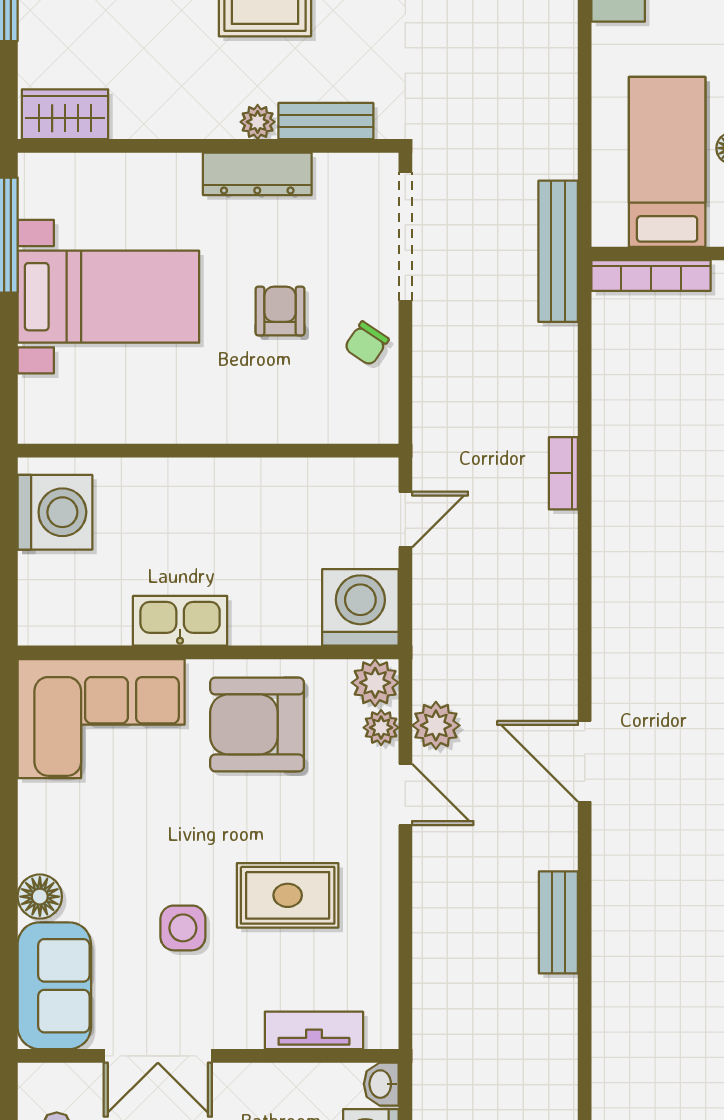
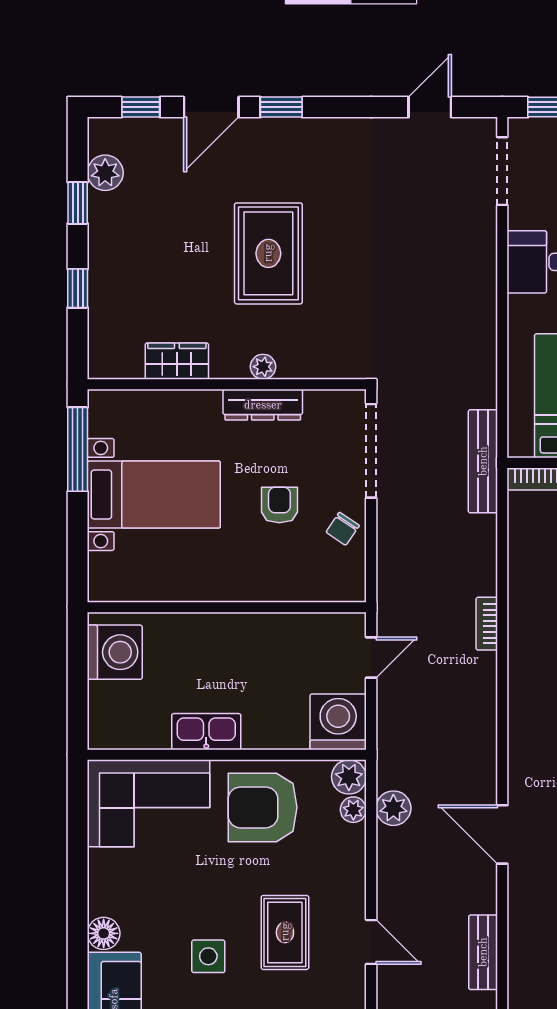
wardrobe: (65, 114) -> (177, 361), moved
bench: (326, 121) -> (313, 366), removed
door: (405, 794) -> (371, 942), moved
rug: (288, 895) -> (285, 932), turned 90

